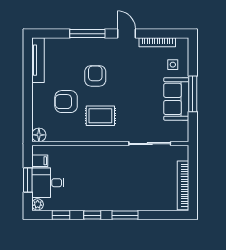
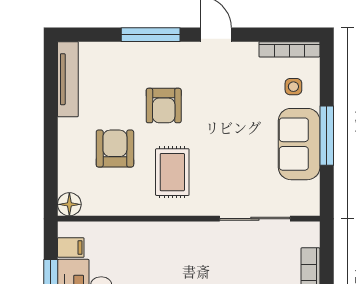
bookcase: (157, 42) -> (289, 49), moved
armchair: (95, 76) -> (164, 106), turned 180
armchair: (66, 102) -> (115, 149), turned 90
rug: (100, 116) -> (172, 172), turned 90

